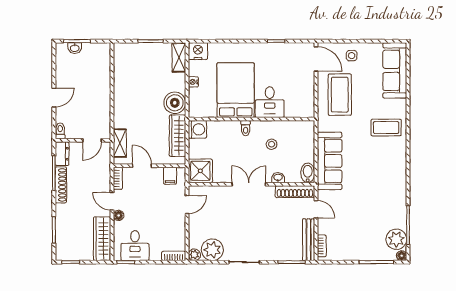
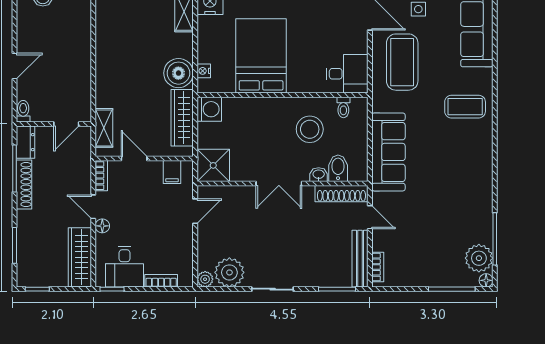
nightstand: (193, 82) -> (204, 71), moved
desk: (270, 102) -> (347, 74), moved, turned -90
toilet: (246, 128) -> (343, 107), moved
stool: (272, 144) -> (310, 129), width x1.89, depth x1.89
bidet: (308, 173) -> (338, 168), moved
double door: (249, 184) -> (279, 183), swing flipped
bookcase: (174, 256) -> (161, 281), moved

